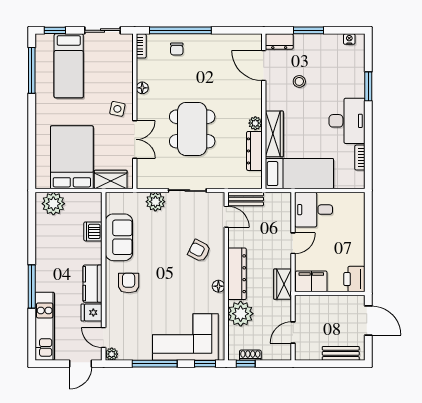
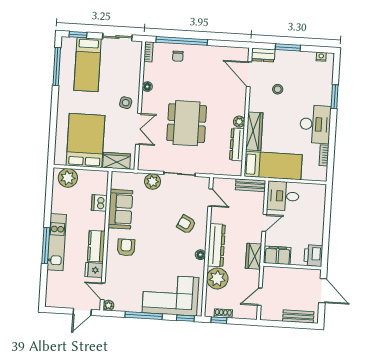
bench: (246, 199) -> (250, 185), moved
kitchen unit: (45, 326) -> (57, 242), moved

